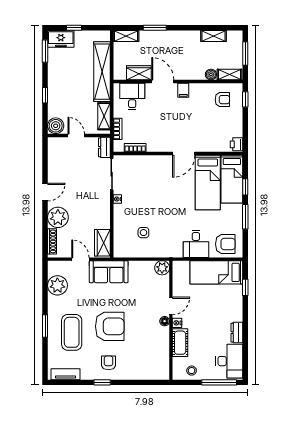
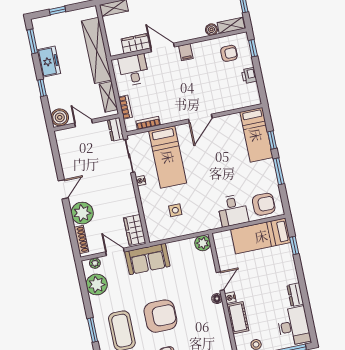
freezer: (61, 39) -> (49, 62), moved, turned -90
printer: (237, 144) -> (249, 75), moved
bed: (208, 182) -> (168, 157), moved
plant: (60, 266) -> (95, 263), added

